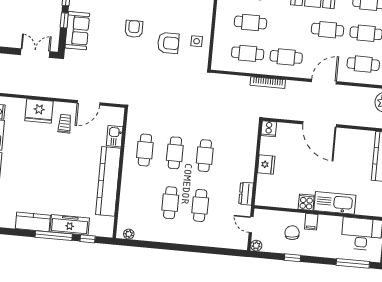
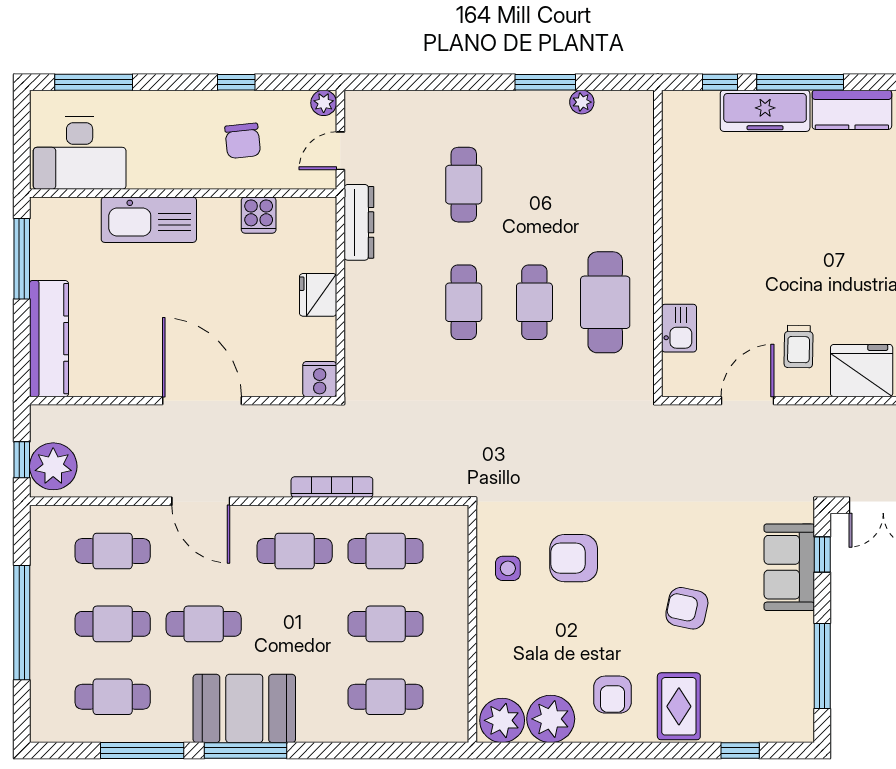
window: (64, 20) -> (822, 554), moved
armchair: (134, 29) -> (687, 608), moved, turned 102
door: (324, 82) -> (201, 501), hinge flipped
cafe table: (145, 150) -> (605, 302), width x1.37, depth x1.35
kitchen counter: (108, 181) -> (684, 221), removed
dresser: (246, 194) -> (359, 222), width x1.44
cooker: (306, 202) -> (259, 215), moved
cafe table: (170, 203) -> (534, 185), removed
filing cabinet: (311, 222) -> (200, 171), removed
door: (251, 225) -> (340, 151), swing flipped
plant: (129, 234) -> (582, 102), moved
window: (162, 246) -> (545, 82), added

